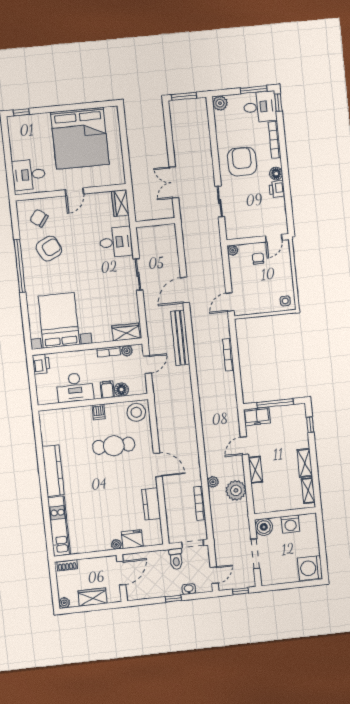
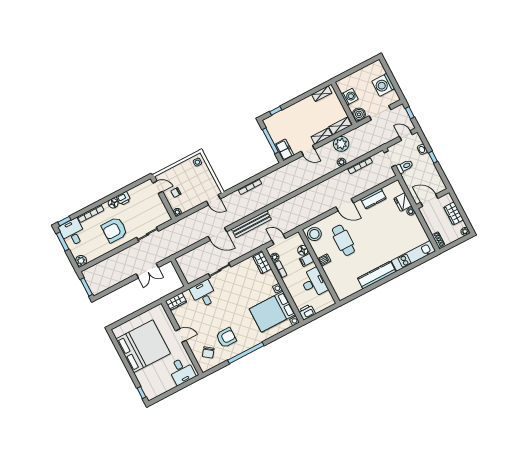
armchair: (49, 249) -> (226, 338), turned 115
shelving: (305, 463) -> (340, 126), moved
door: (158, 465) -> (345, 205), swing flipped
washing machine: (310, 568) -> (383, 85), moved, turned 90

